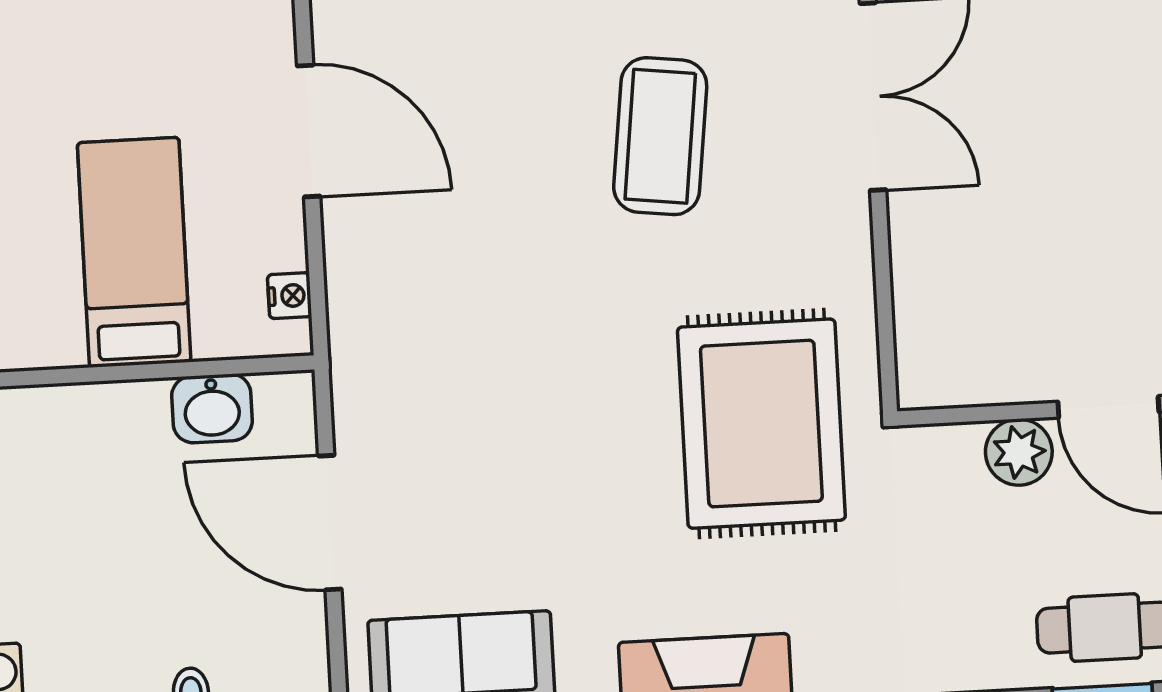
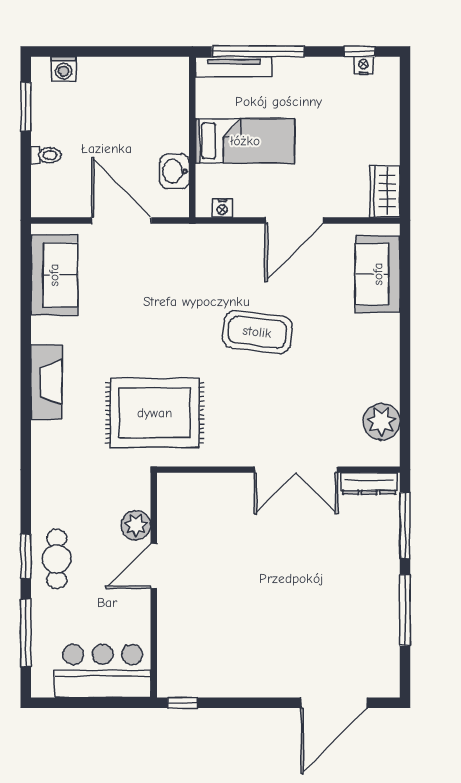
coffee table: (660, 136) -> (257, 332), moved
door: (330, 523) -> (121, 220), hinge flipped

